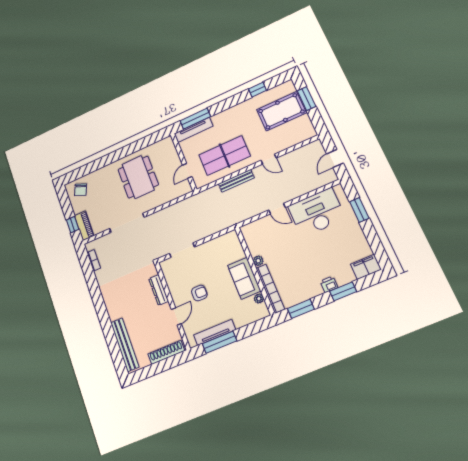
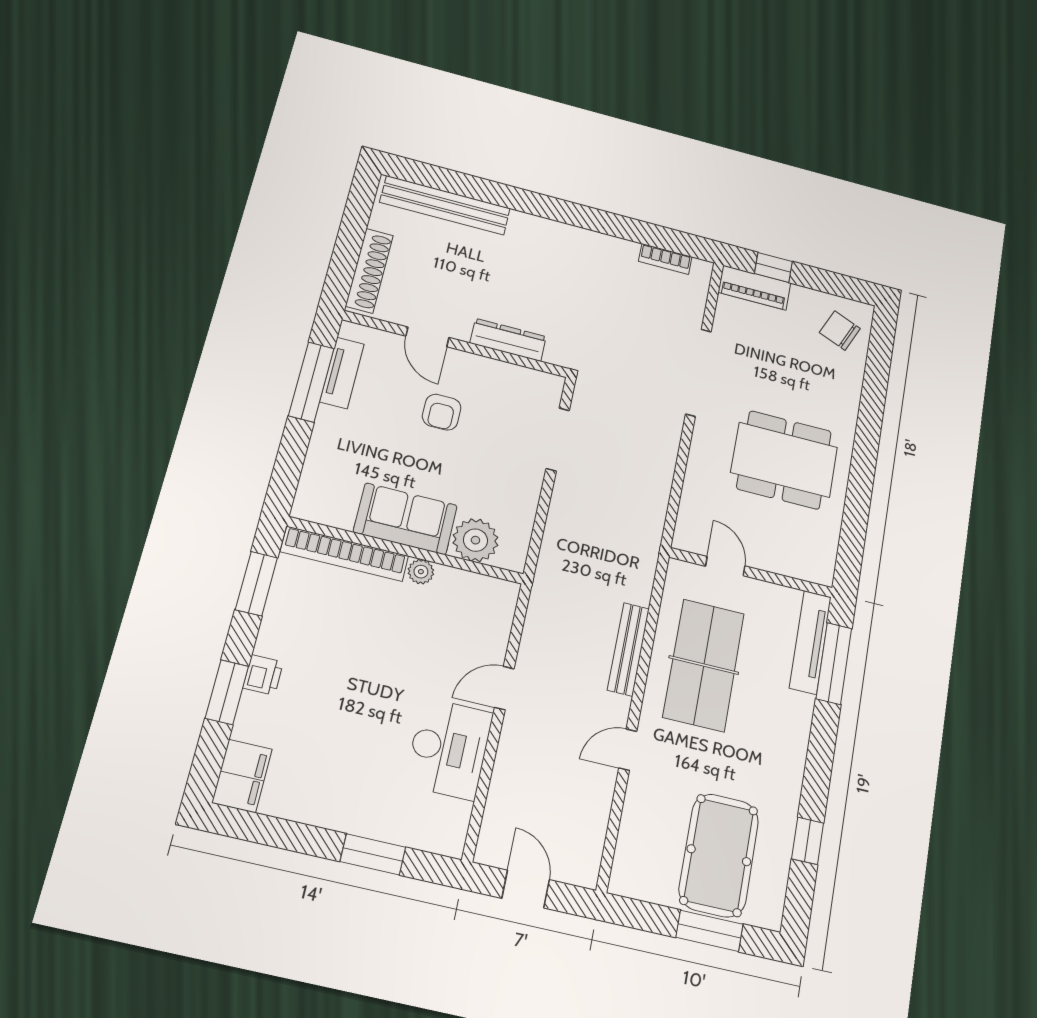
desk: (317, 212) -> (449, 749), width x0.73, depth x0.77
plant: (259, 299) -> (475, 540), moved, width x1.88, depth x1.88
tv unit: (215, 332) -> (342, 373), width x0.71

